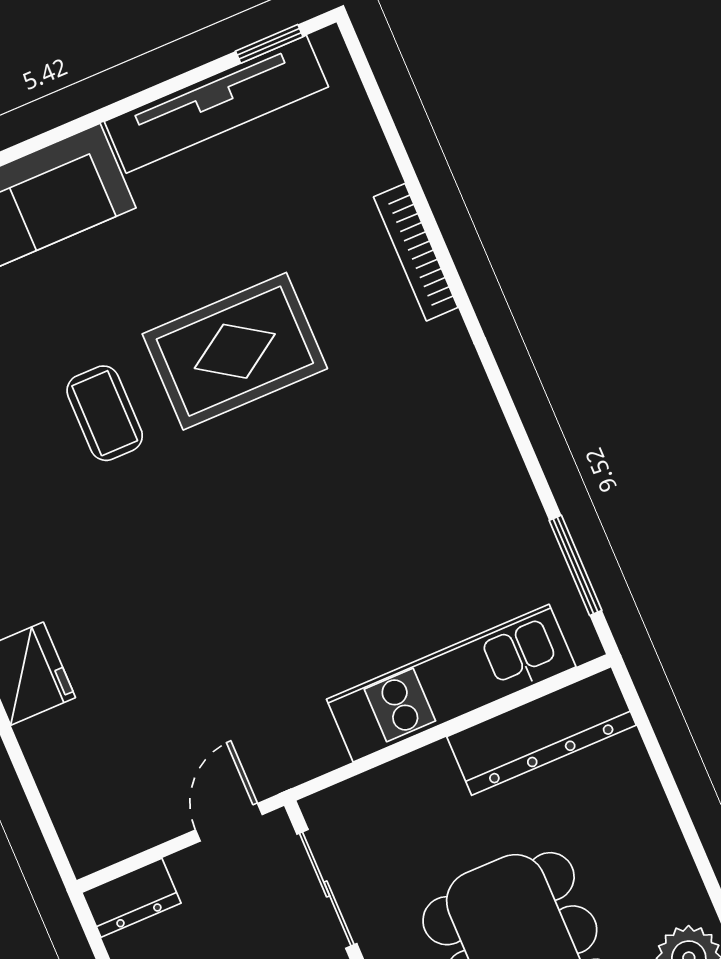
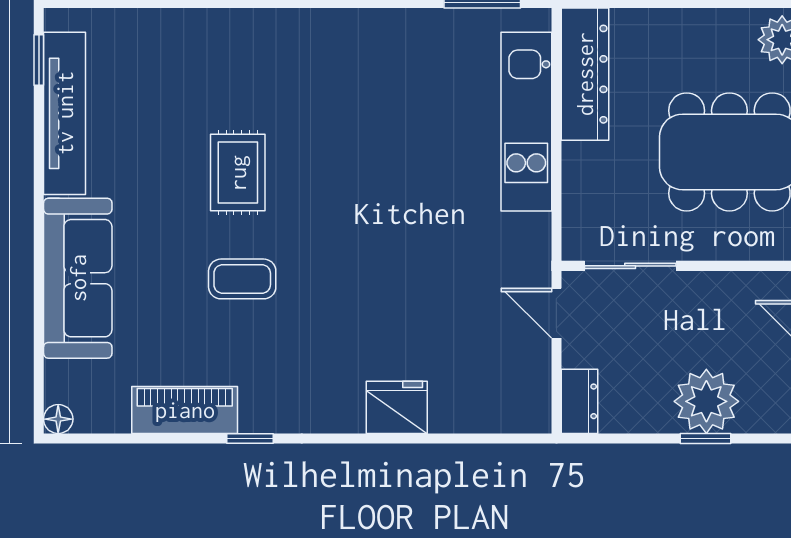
bookcase: (416, 252) -> (223, 21), removed
rug: (235, 351) -> (238, 173), width x0.73, depth x0.70

